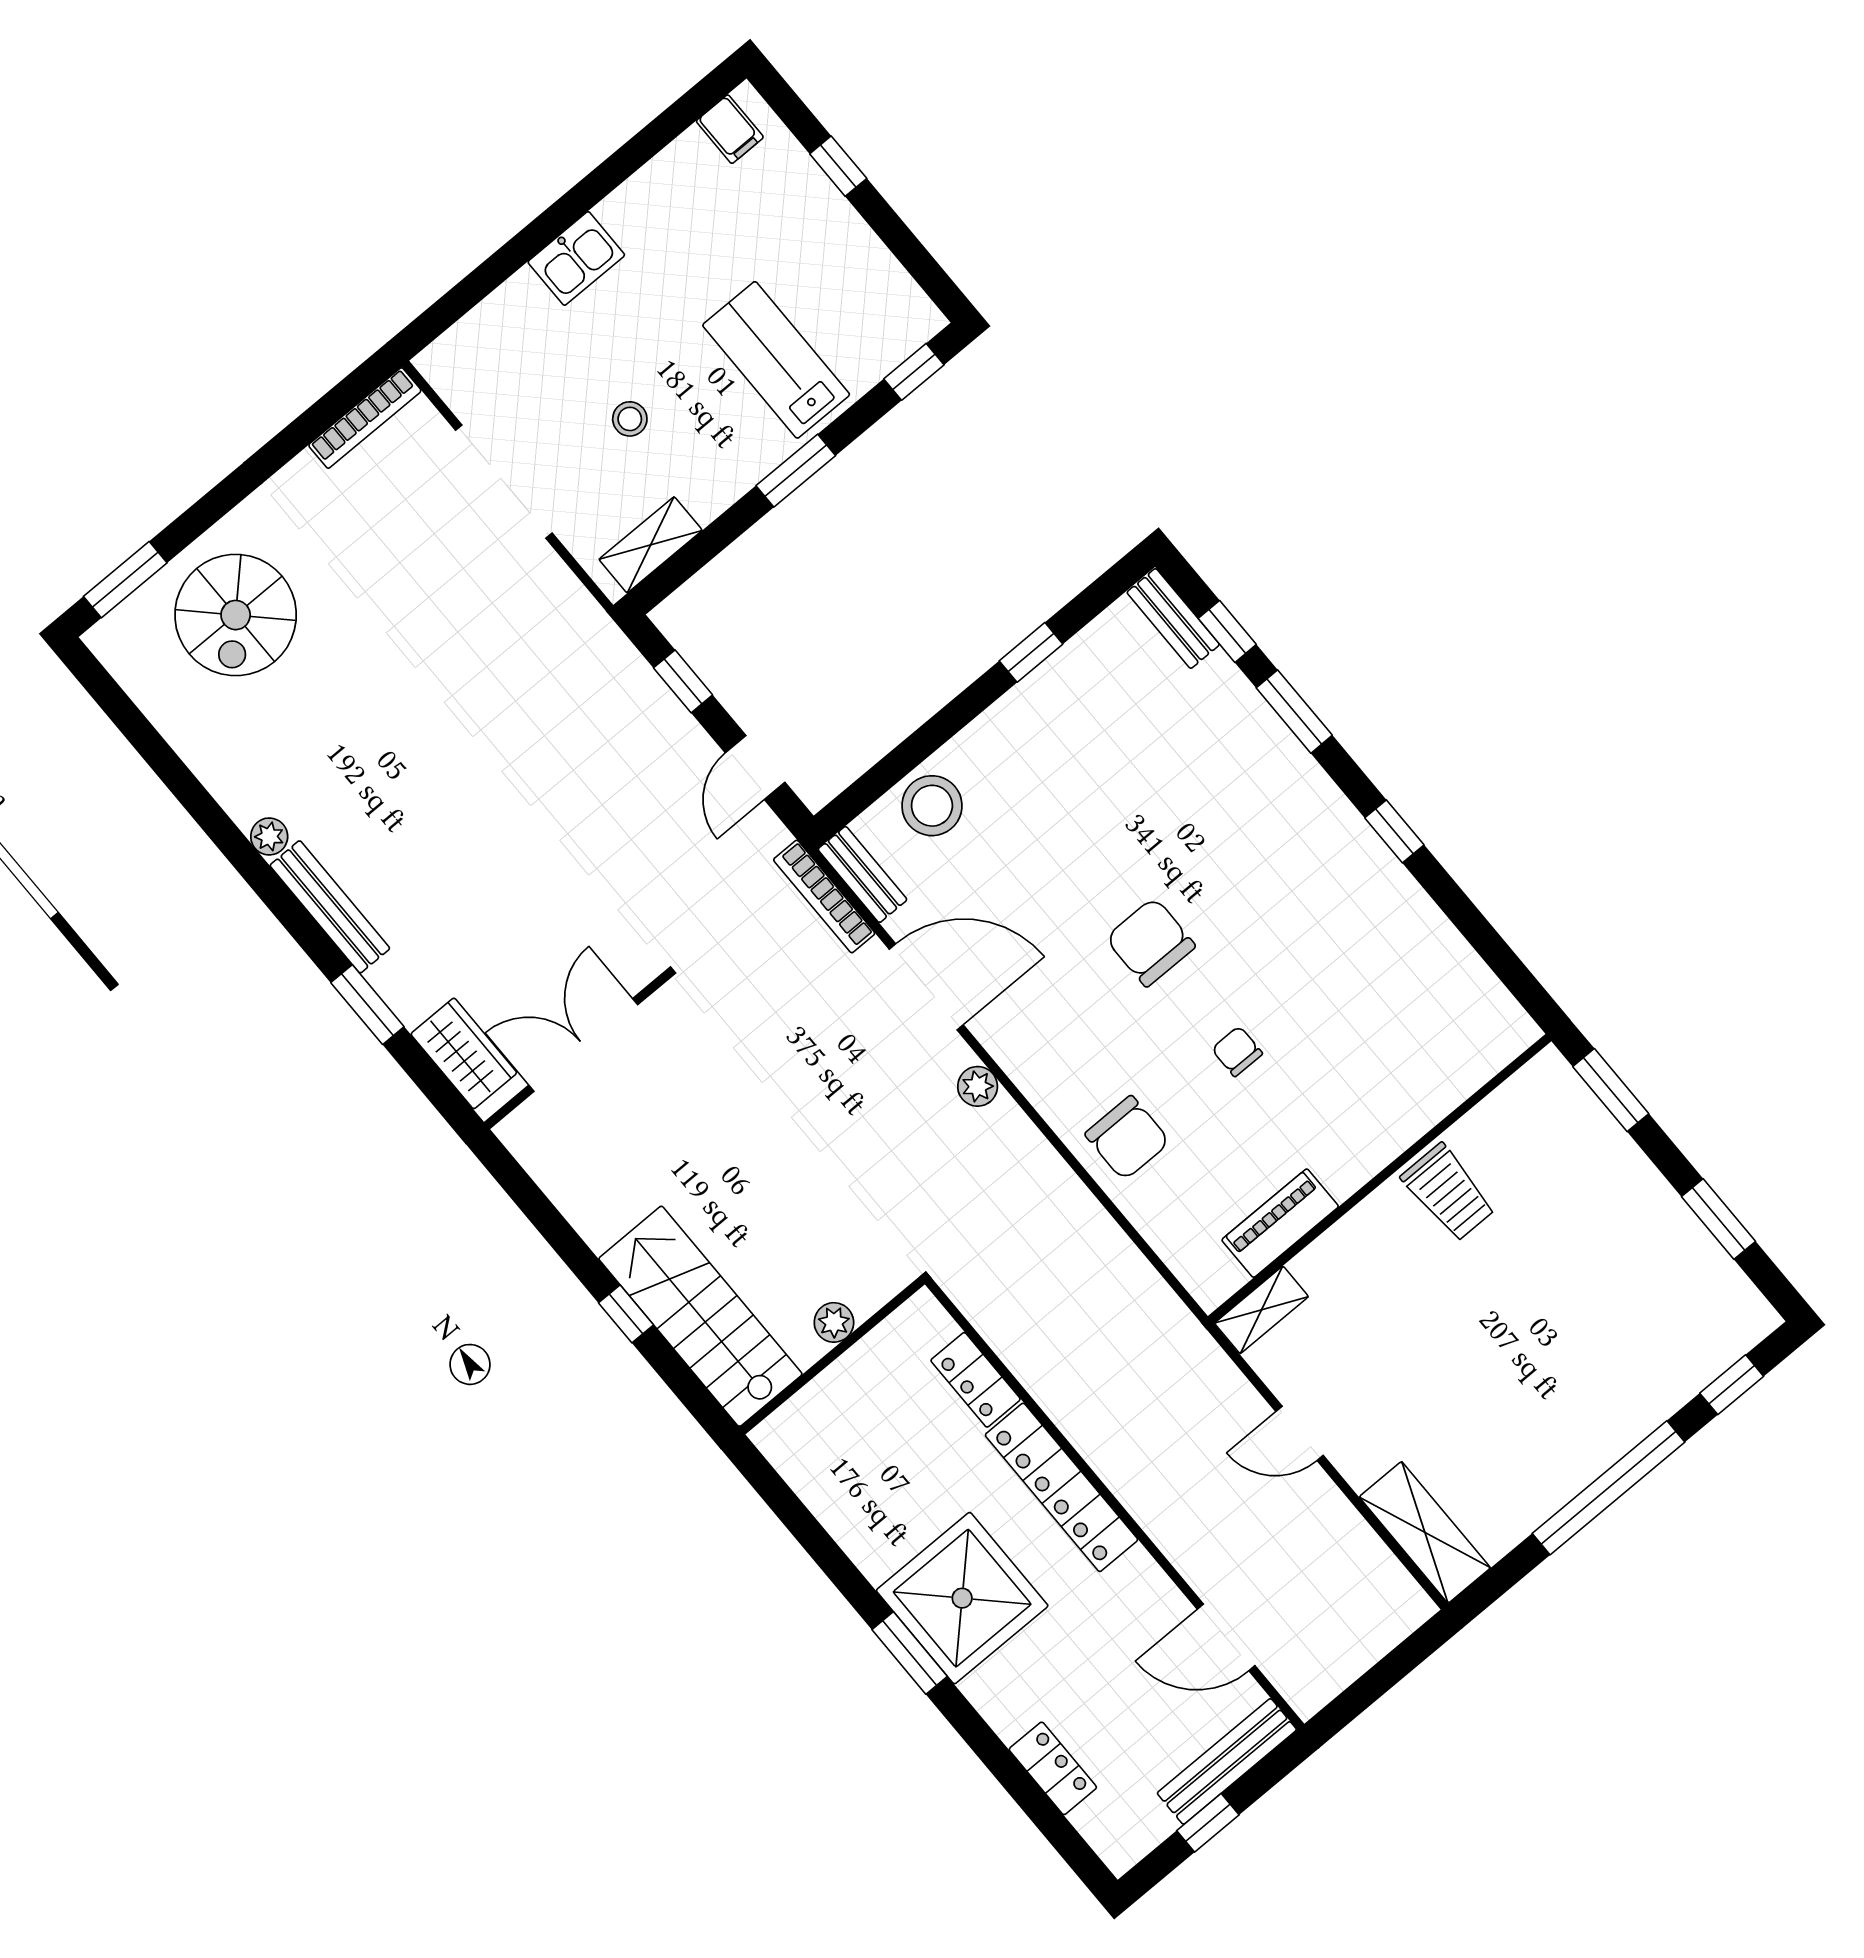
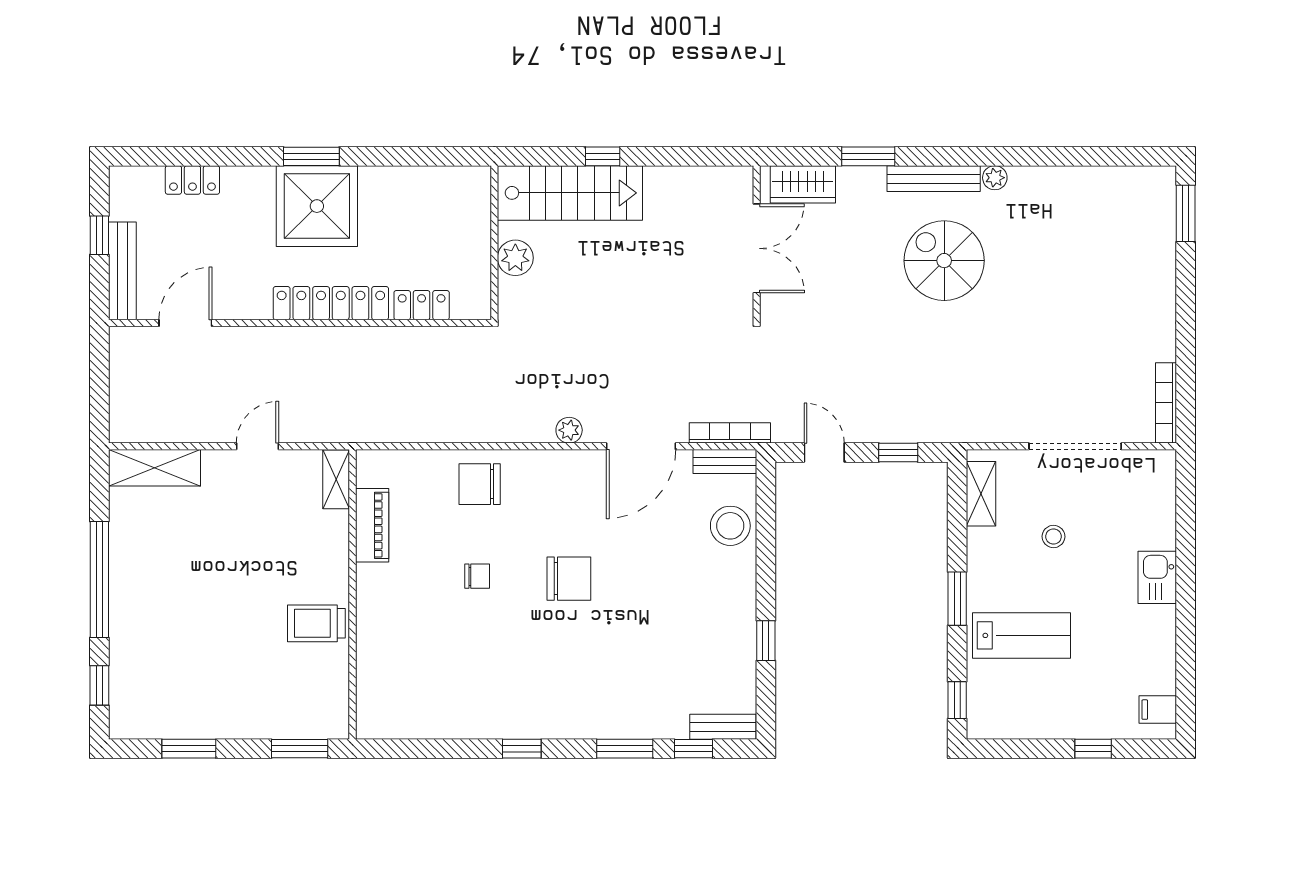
spiral stairs: (236, 615) -> (944, 261), moved
plant: (834, 1322) -> (515, 258), width x1.38, depth x1.38

